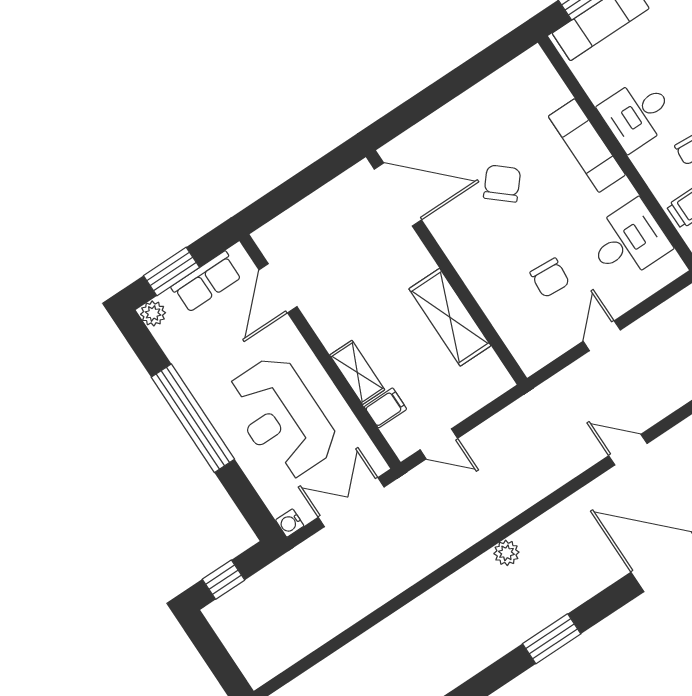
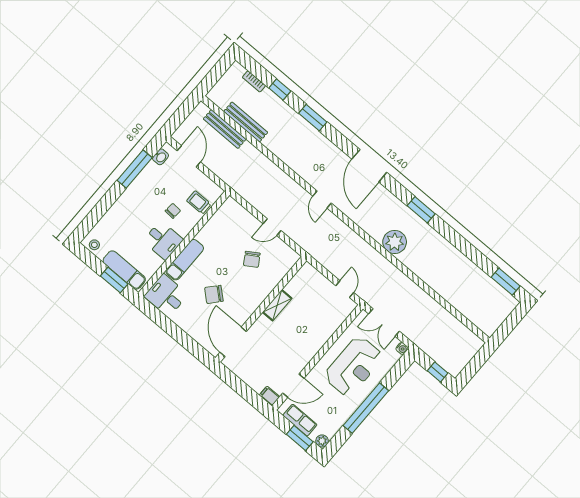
desk: (628, 241) -> (166, 295), moved
chair: (550, 278) -> (252, 259), turned 144
shelving: (450, 317) -> (277, 305), width x0.67, depth x0.75
shelving: (357, 372) -> (322, 337), removed
filing cabinet: (386, 408) -> (269, 396), moved
plant: (506, 553) -> (395, 242), width x1.87, depth x1.87

